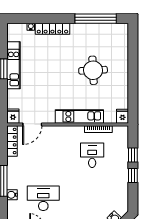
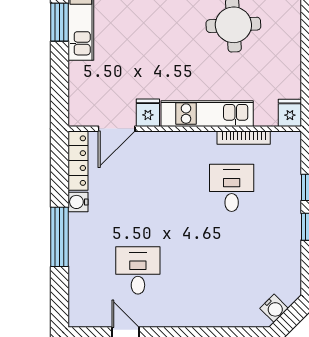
fridge: (13, 116) -> (148, 113), moved
water cooler: (12, 195) -> (78, 202), moved
desk: (43, 198) -> (138, 270), width x0.73

